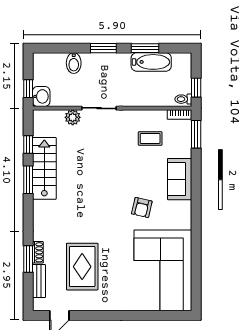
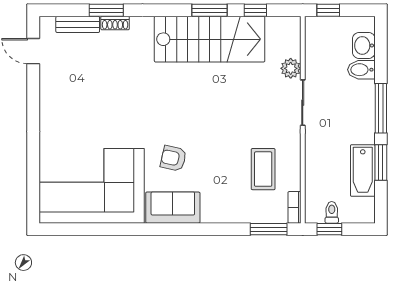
window: (103, 48) -> (381, 108), width x1.44
washbasin: (41, 96) -> (364, 45), moved, turned 90
toilet: (183, 99) -> (332, 212), moved
coffee table: (150, 138) -> (263, 169), width x1.36, depth x1.30
stairs: (44, 168) -> (210, 39), width x1.36, depth x1.51
sofa: (180, 179) -> (173, 208), moved
rug: (82, 267) -> (97, 81), removed

